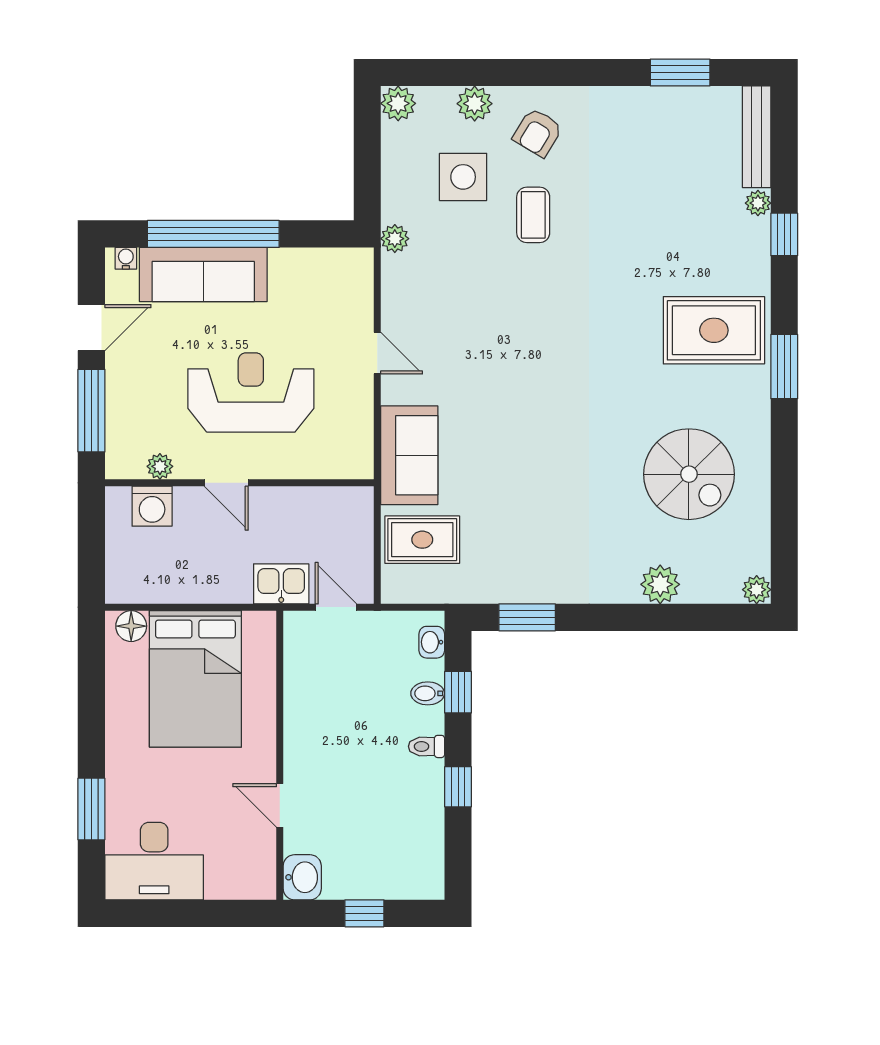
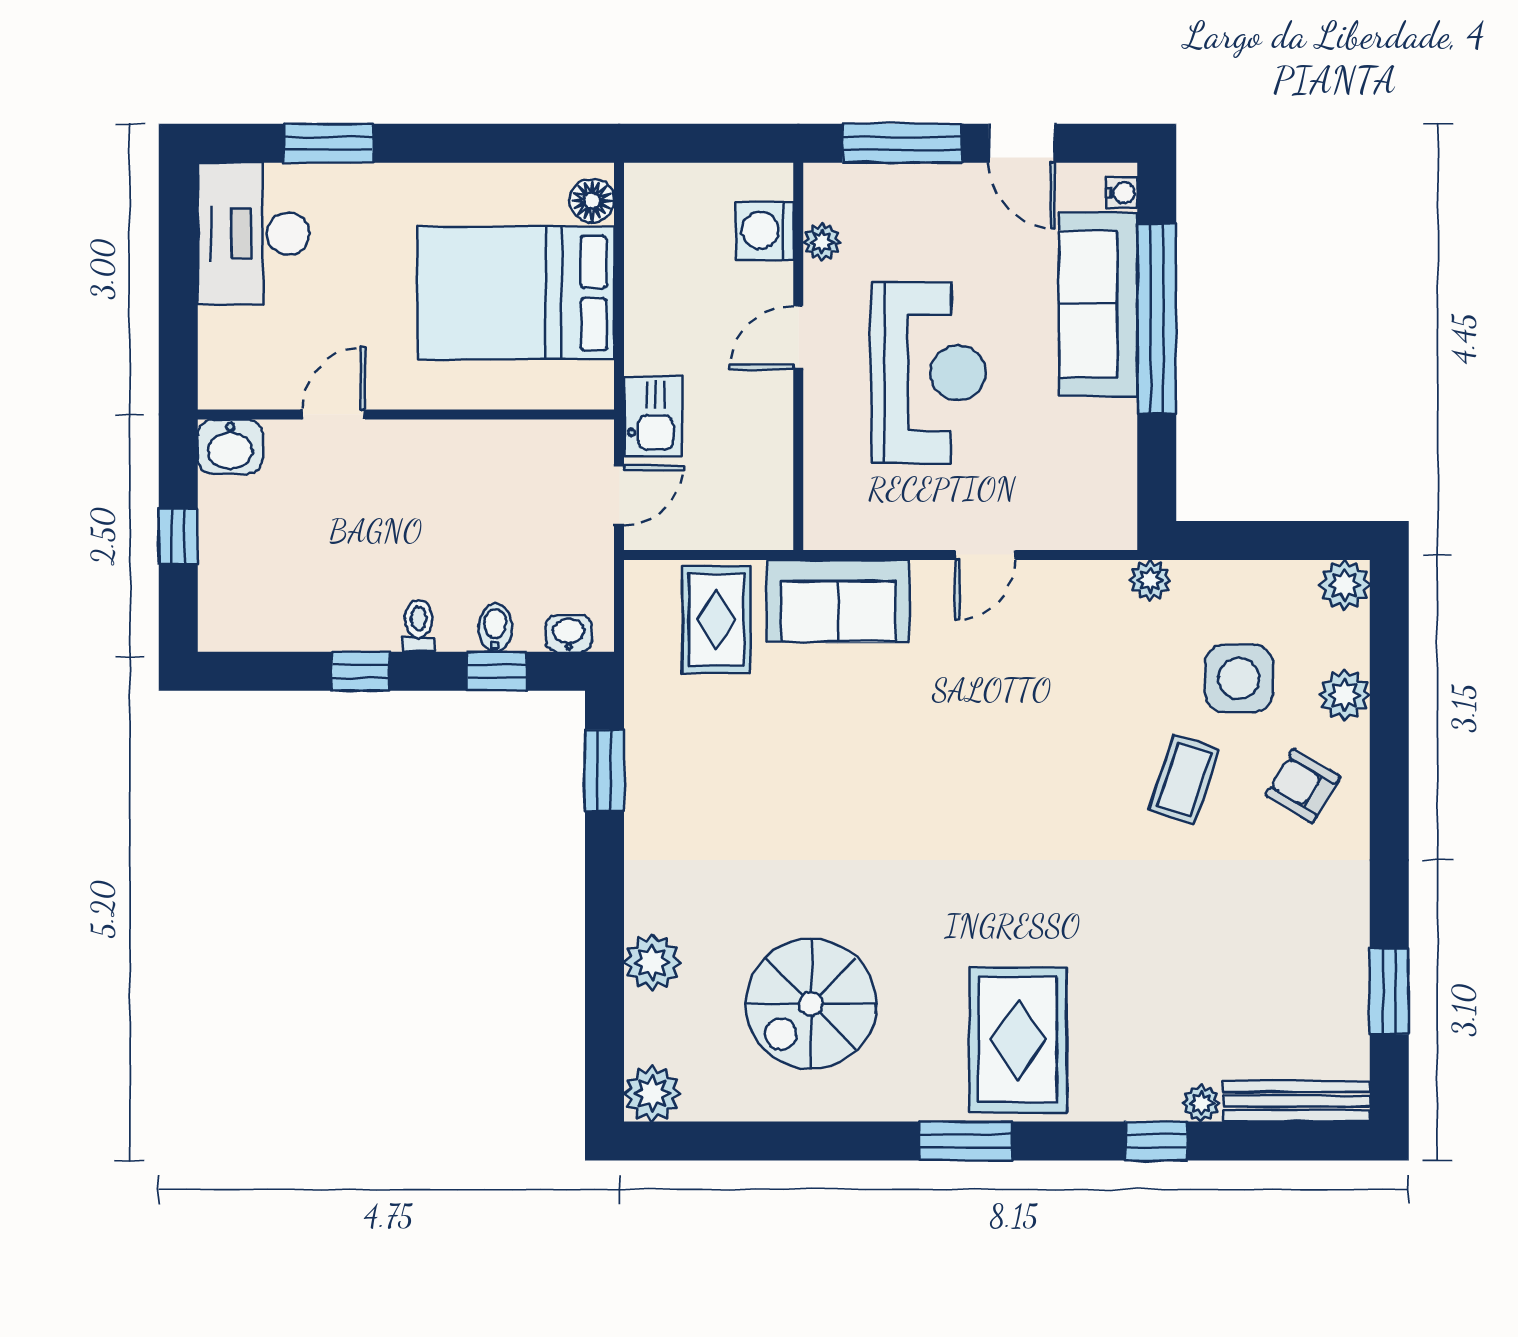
coffee table: (533, 215) -> (1184, 779), turned -71
plant: (757, 590) -> (652, 1093), width x1.38, depth x1.38

